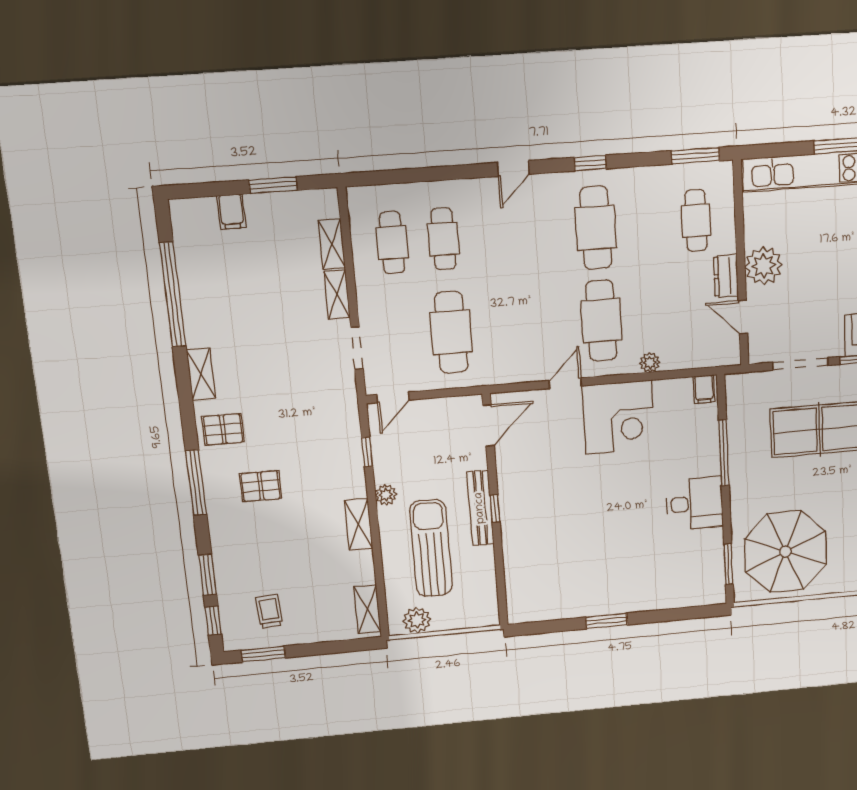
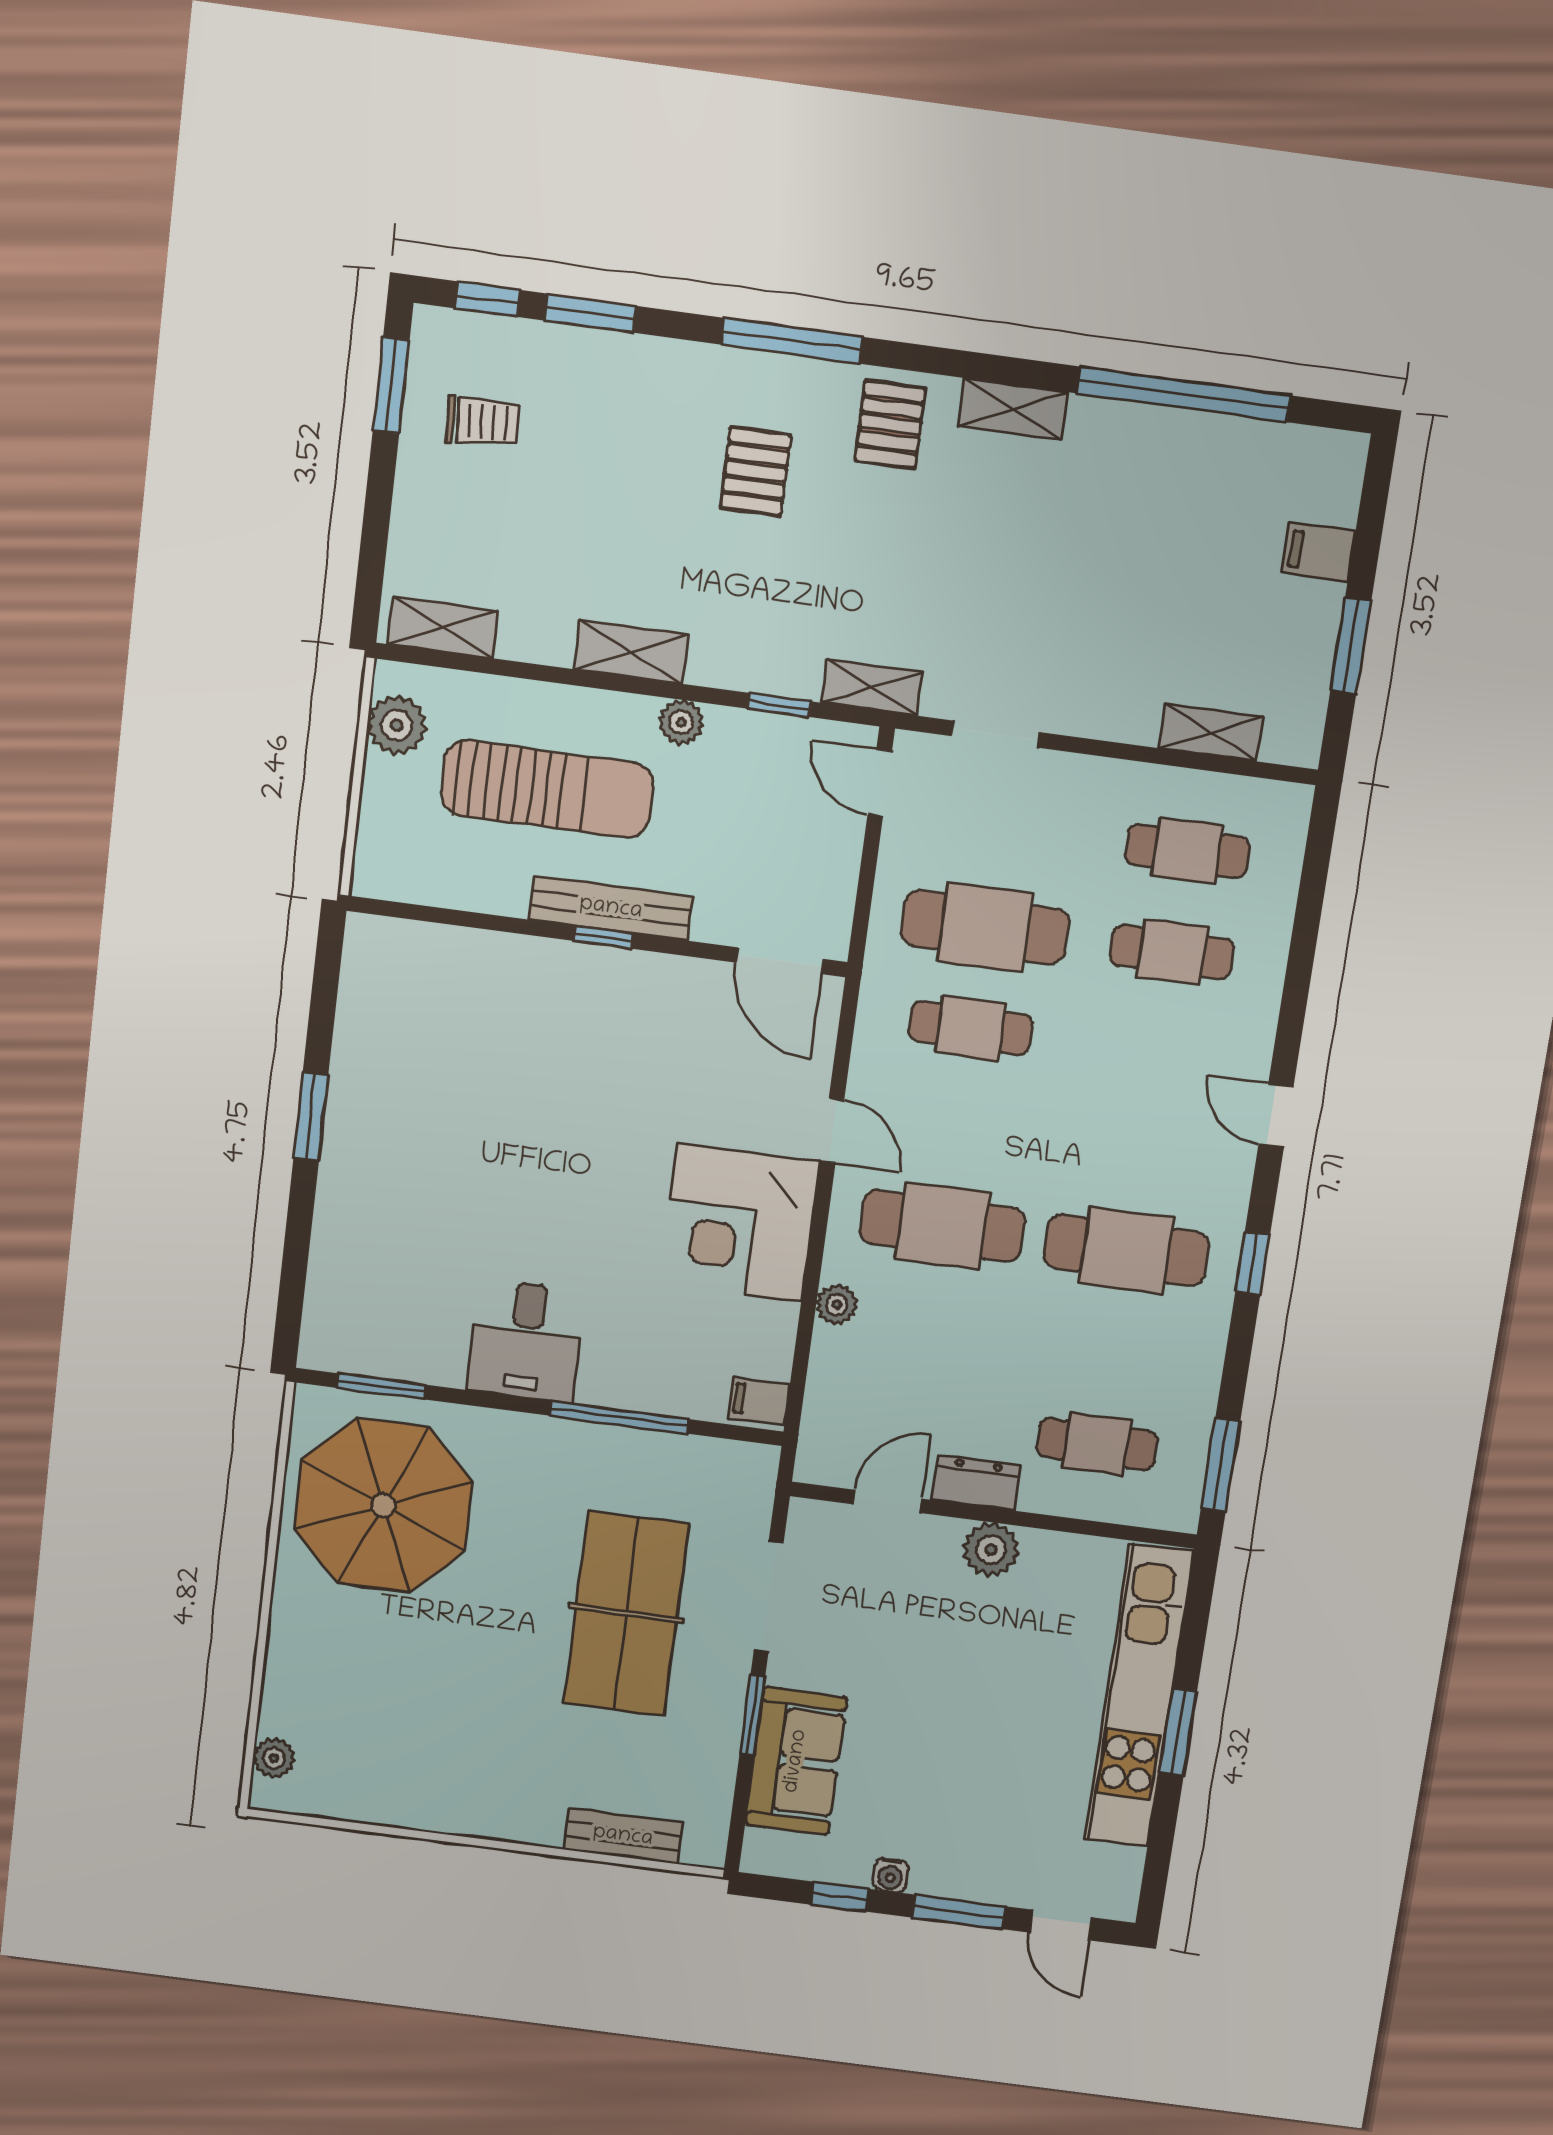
plant: (764, 266) -> (991, 1550), width x0.73, depth x0.73
shelving: (337, 295) -> (872, 687), moved
cafe table: (502, 328) -> (971, 1028), added

